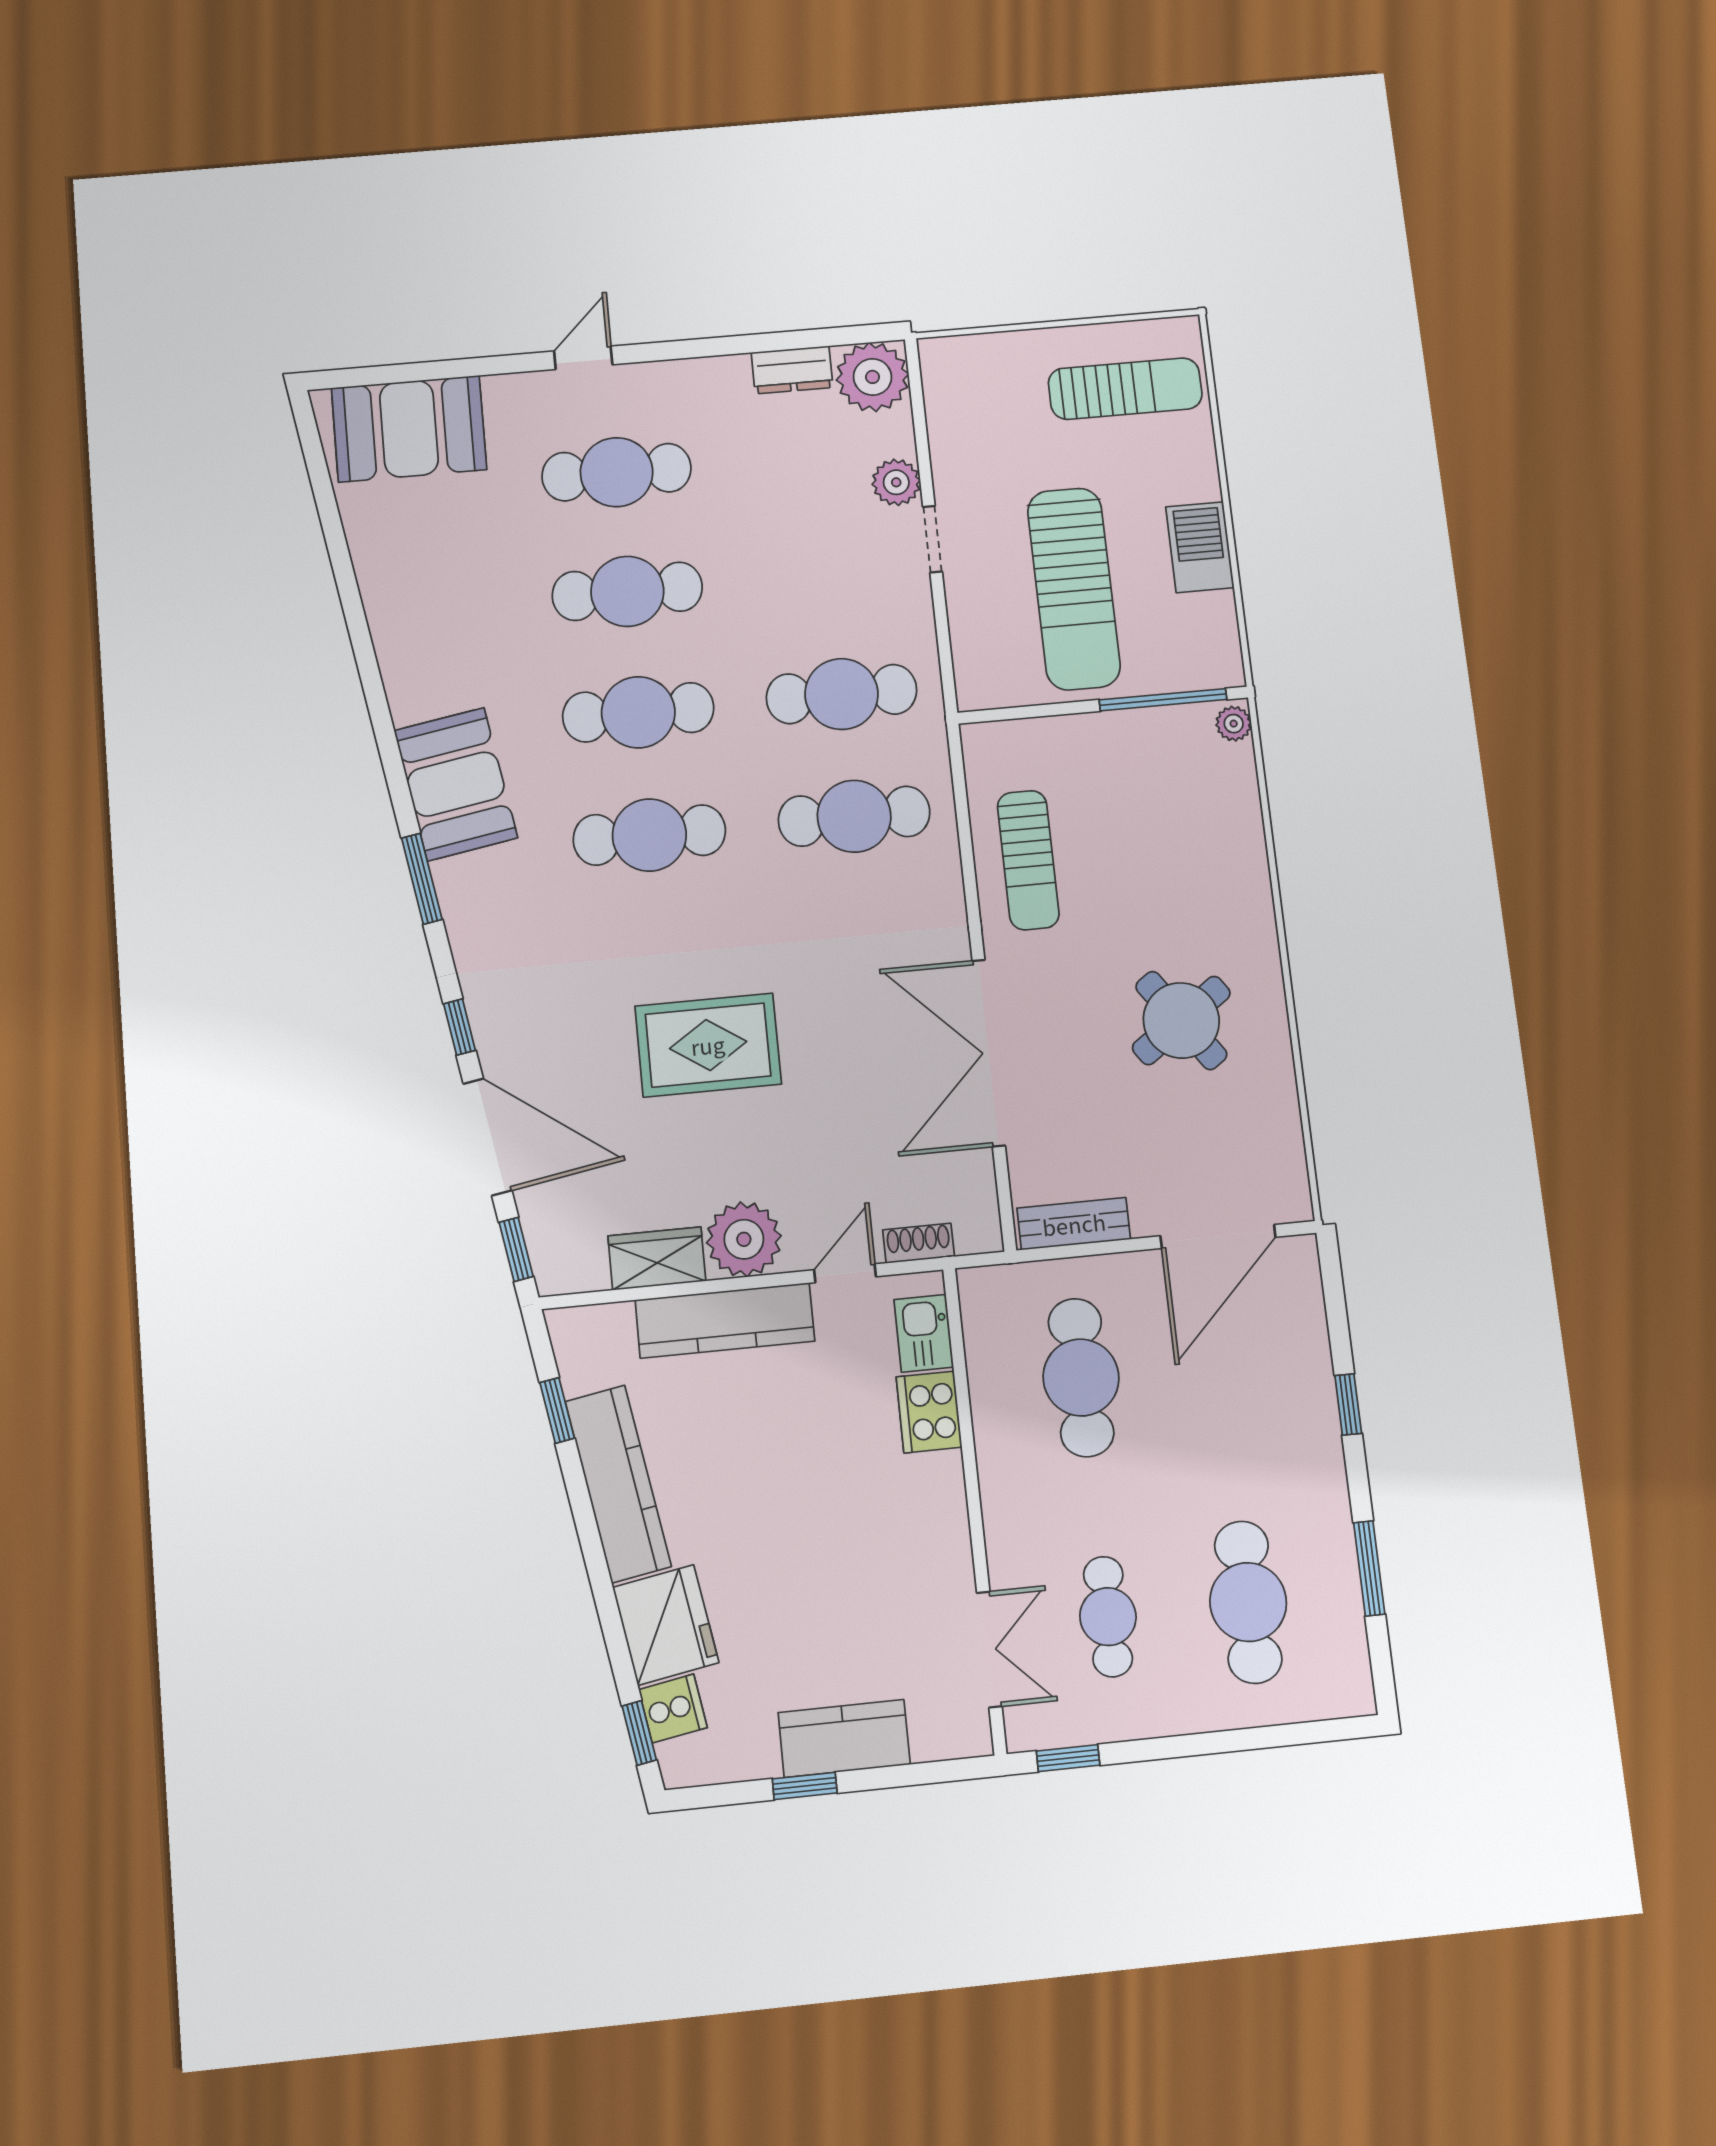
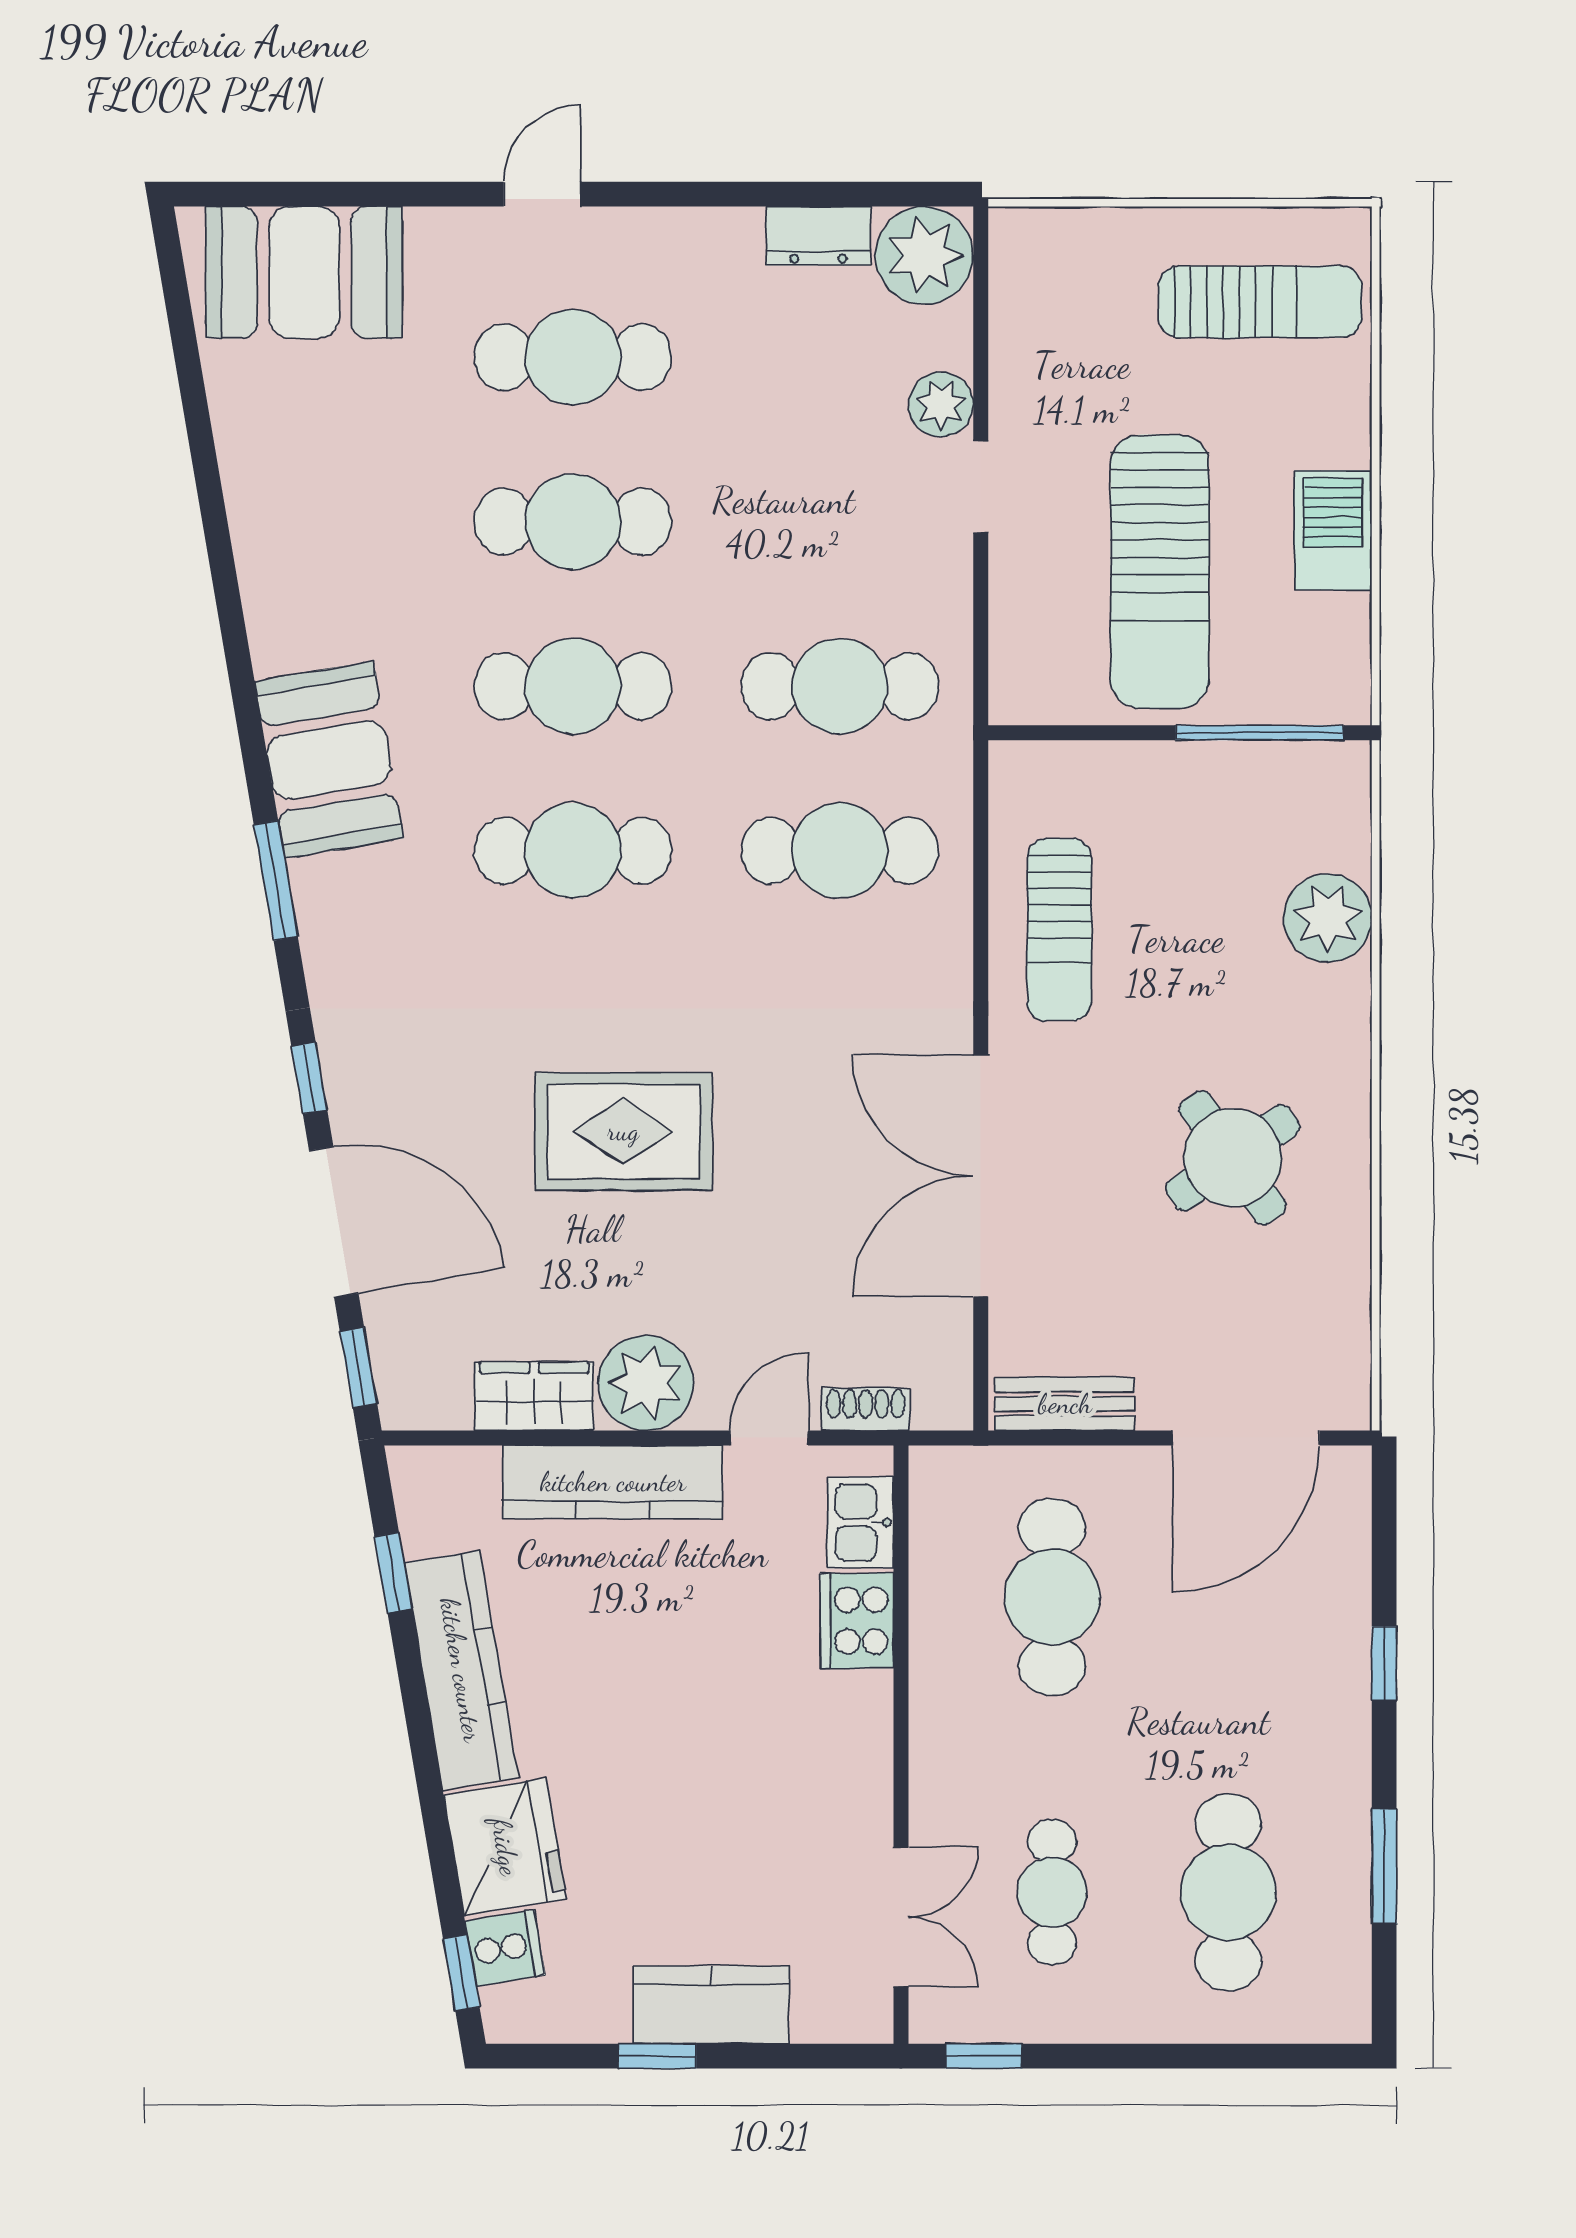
plant: (1234, 724) -> (1328, 918), moved, width x1.88, depth x1.88

